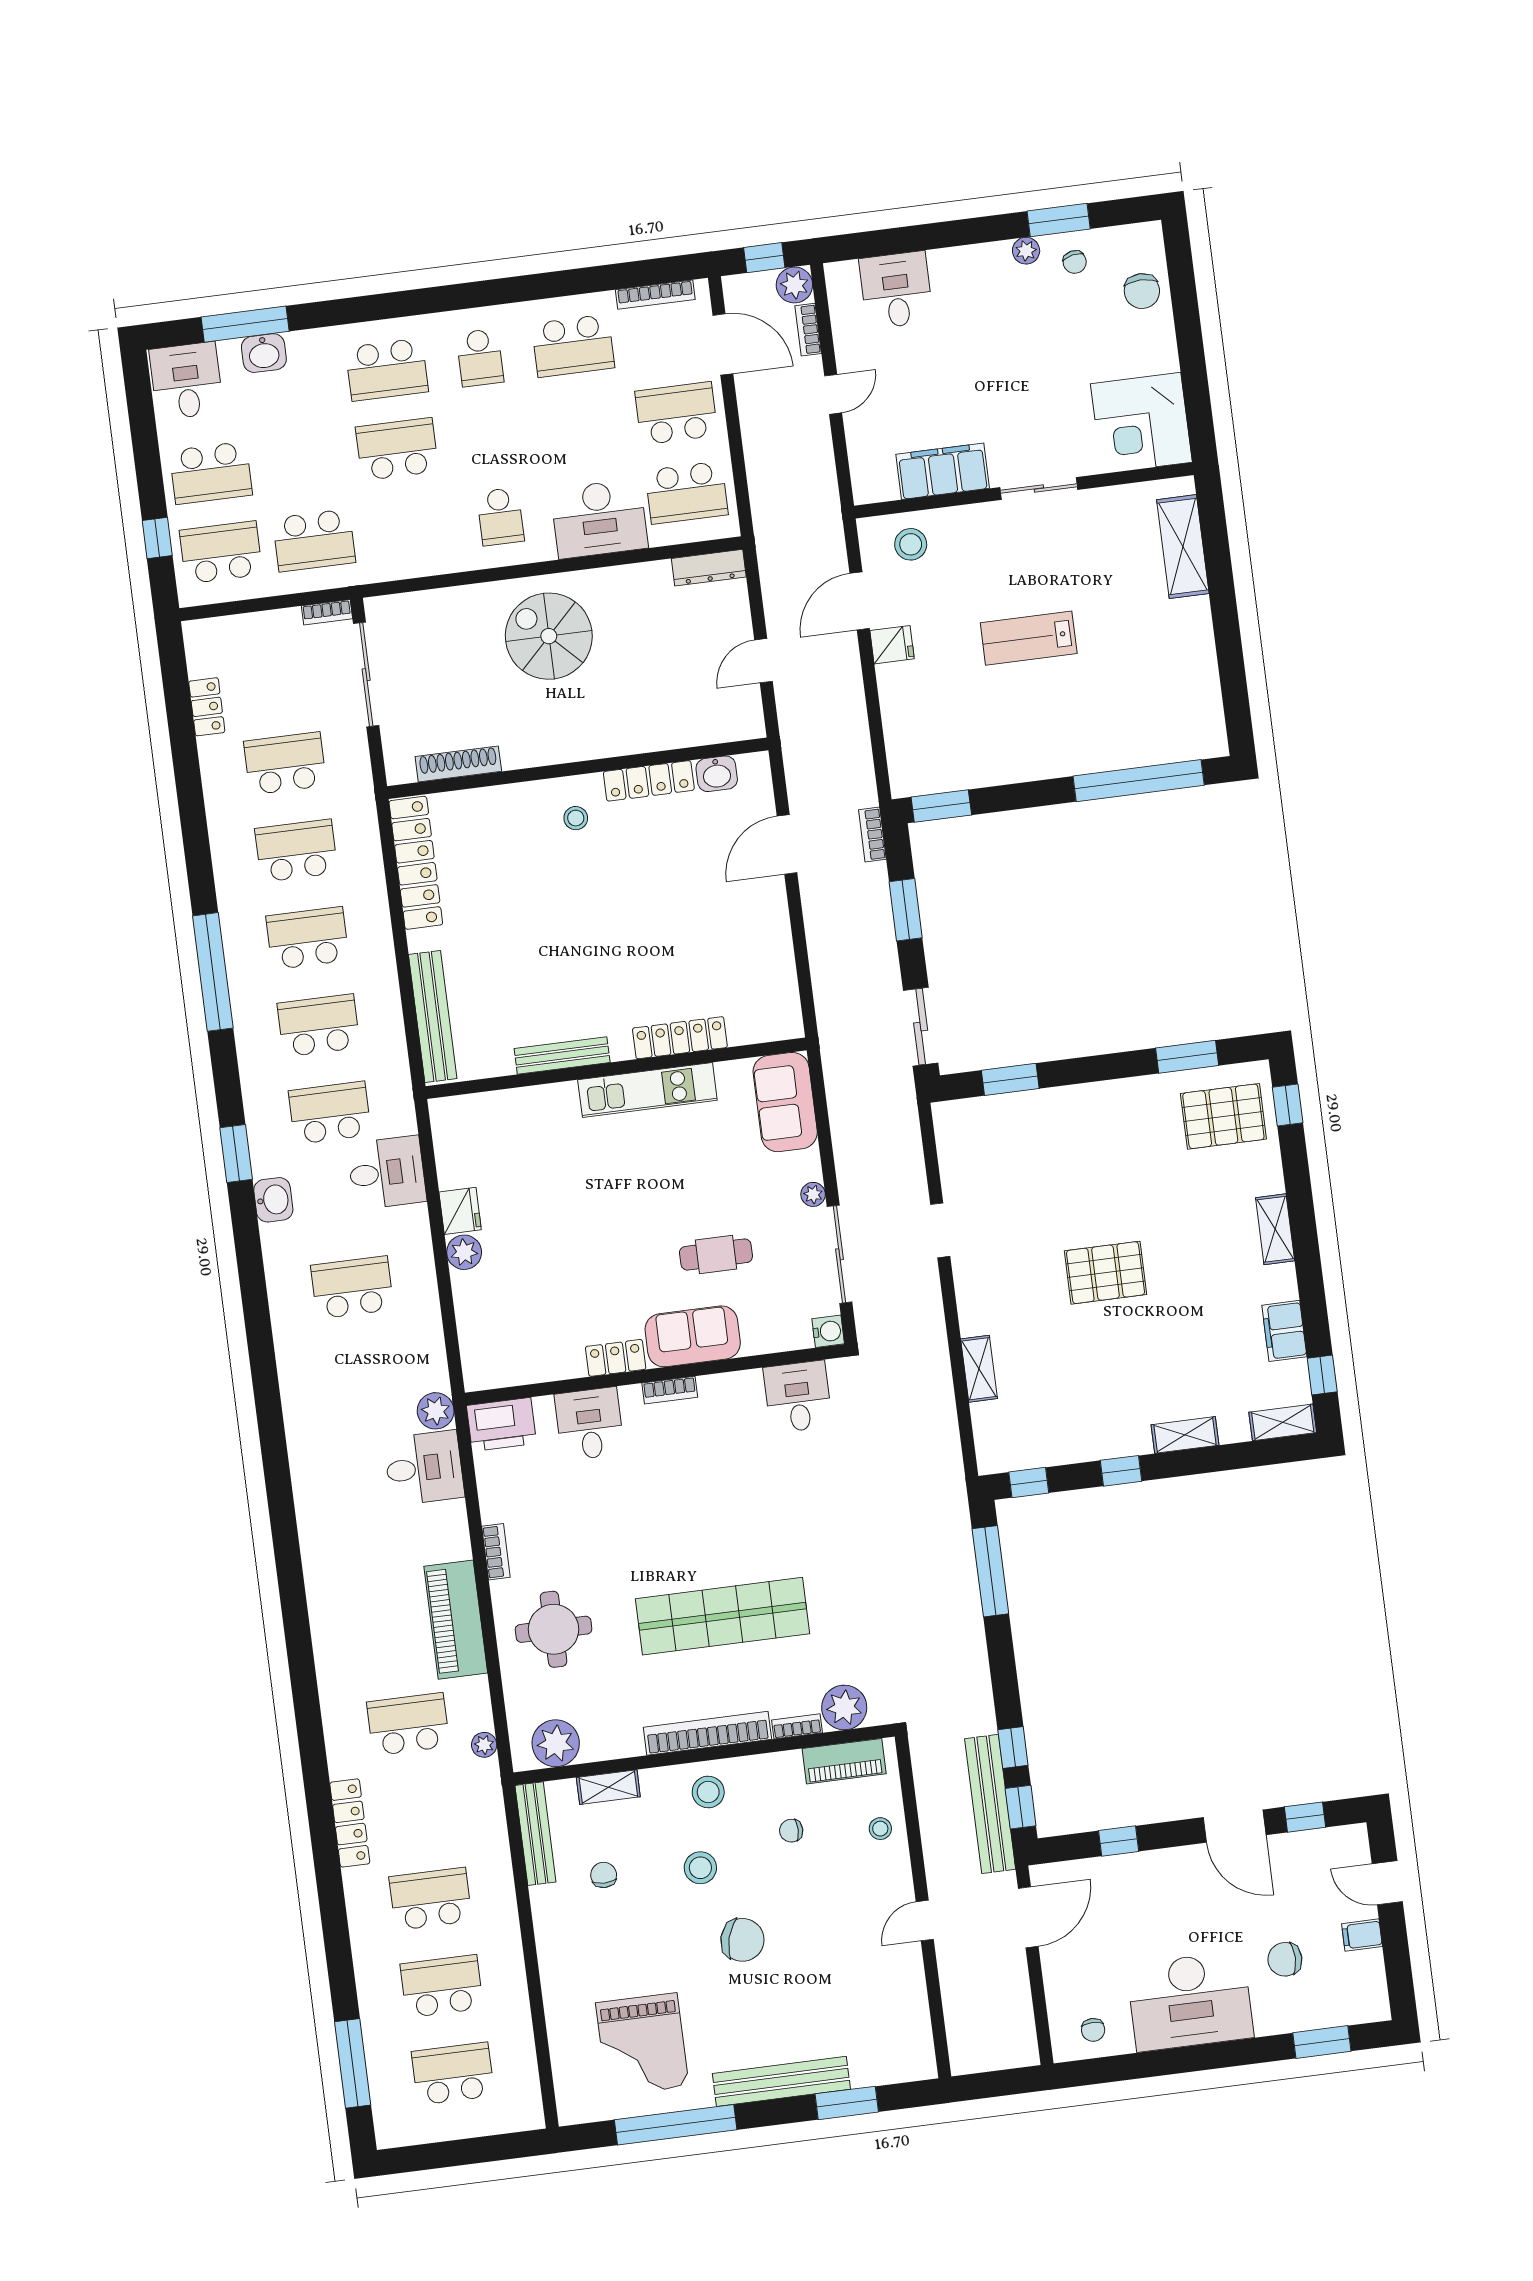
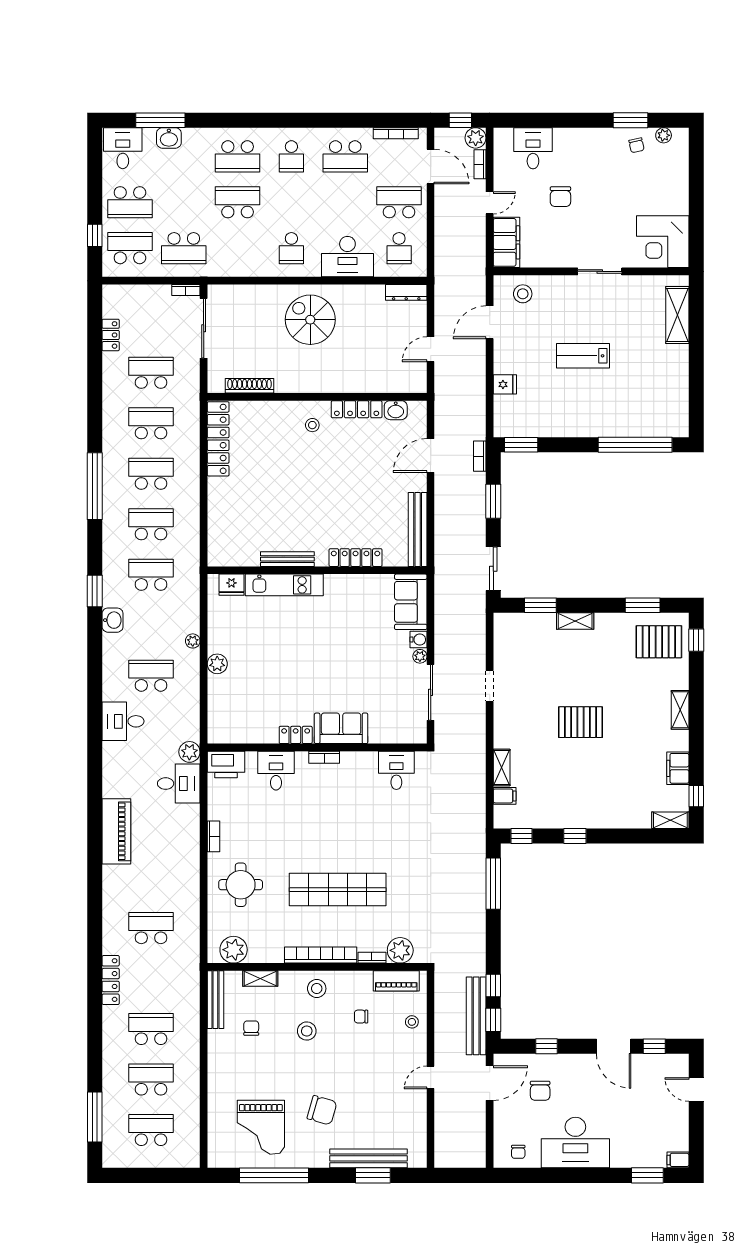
plant: (1026, 251) -> (664, 135), moved
chair: (1142, 291) -> (560, 197), moved
filing cabinet: (943, 471) -> (506, 242), moved, turned 90
school desk: (687, 493) -> (399, 248), width x0.54
fridge: (892, 645) -> (505, 384), moved
bench: (433, 1017) -> (418, 530), moved
kitchen unit: (647, 1090) -> (284, 585), moved
desk: (387, 1173) -> (123, 721), moved, turned 180
fridge: (460, 1211) -> (231, 585), moved, turned 90
cafe table: (716, 1255) -> (360, 683), removed
water cooler: (828, 1331) -> (418, 640), moved
filing cabinet: (990, 1417) -> (505, 796), added
shelving: (1185, 1435) -> (575, 621), moved
piano: (456, 1620) -> (116, 831), moved, turned 180
plant: (484, 1745) -> (193, 641), moved
filing cabinet: (1362, 1935) -> (678, 1160), moved
chair: (742, 1940) -> (322, 1110), moved
chair: (1285, 1959) -> (540, 1091), moved, turned -90
bench: (781, 2081) -> (369, 1158), moved

